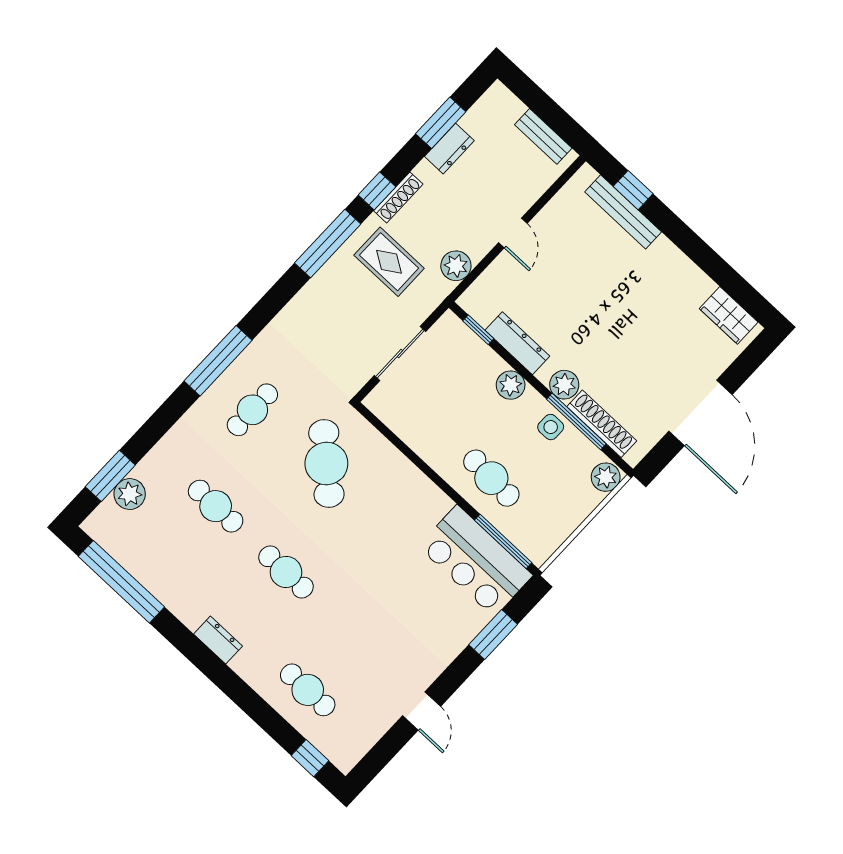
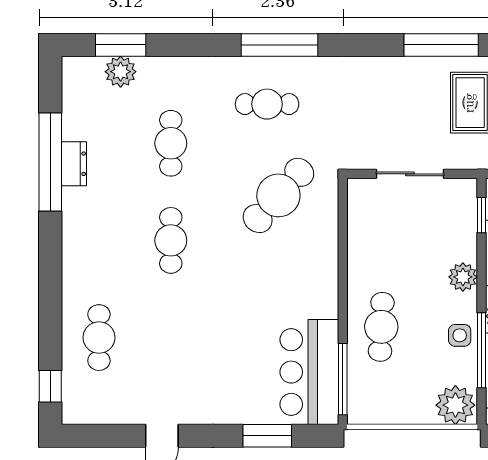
plant: (606, 477) -> (455, 405), width x1.36, depth x1.36
window: (121, 582) -> (50, 162), moved
dresser: (218, 640) -> (74, 164), moved

